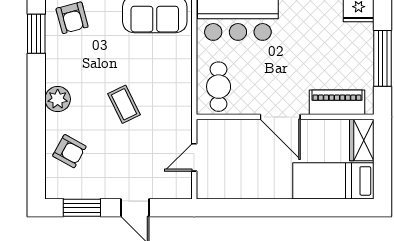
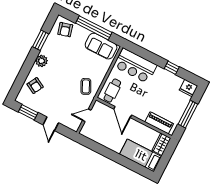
window: (36, 34) -> (41, 40), moved
coffee table: (124, 104) -> (86, 86), moved
door: (280, 117) -> (123, 112), moved

